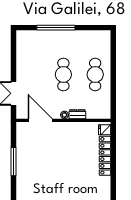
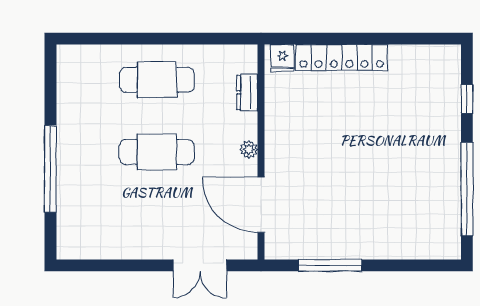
dresser: (77, 114) -> (247, 92), moved
door: (40, 120) -> (261, 205), hinge flipped
window: (13, 162) -> (330, 265), moved

